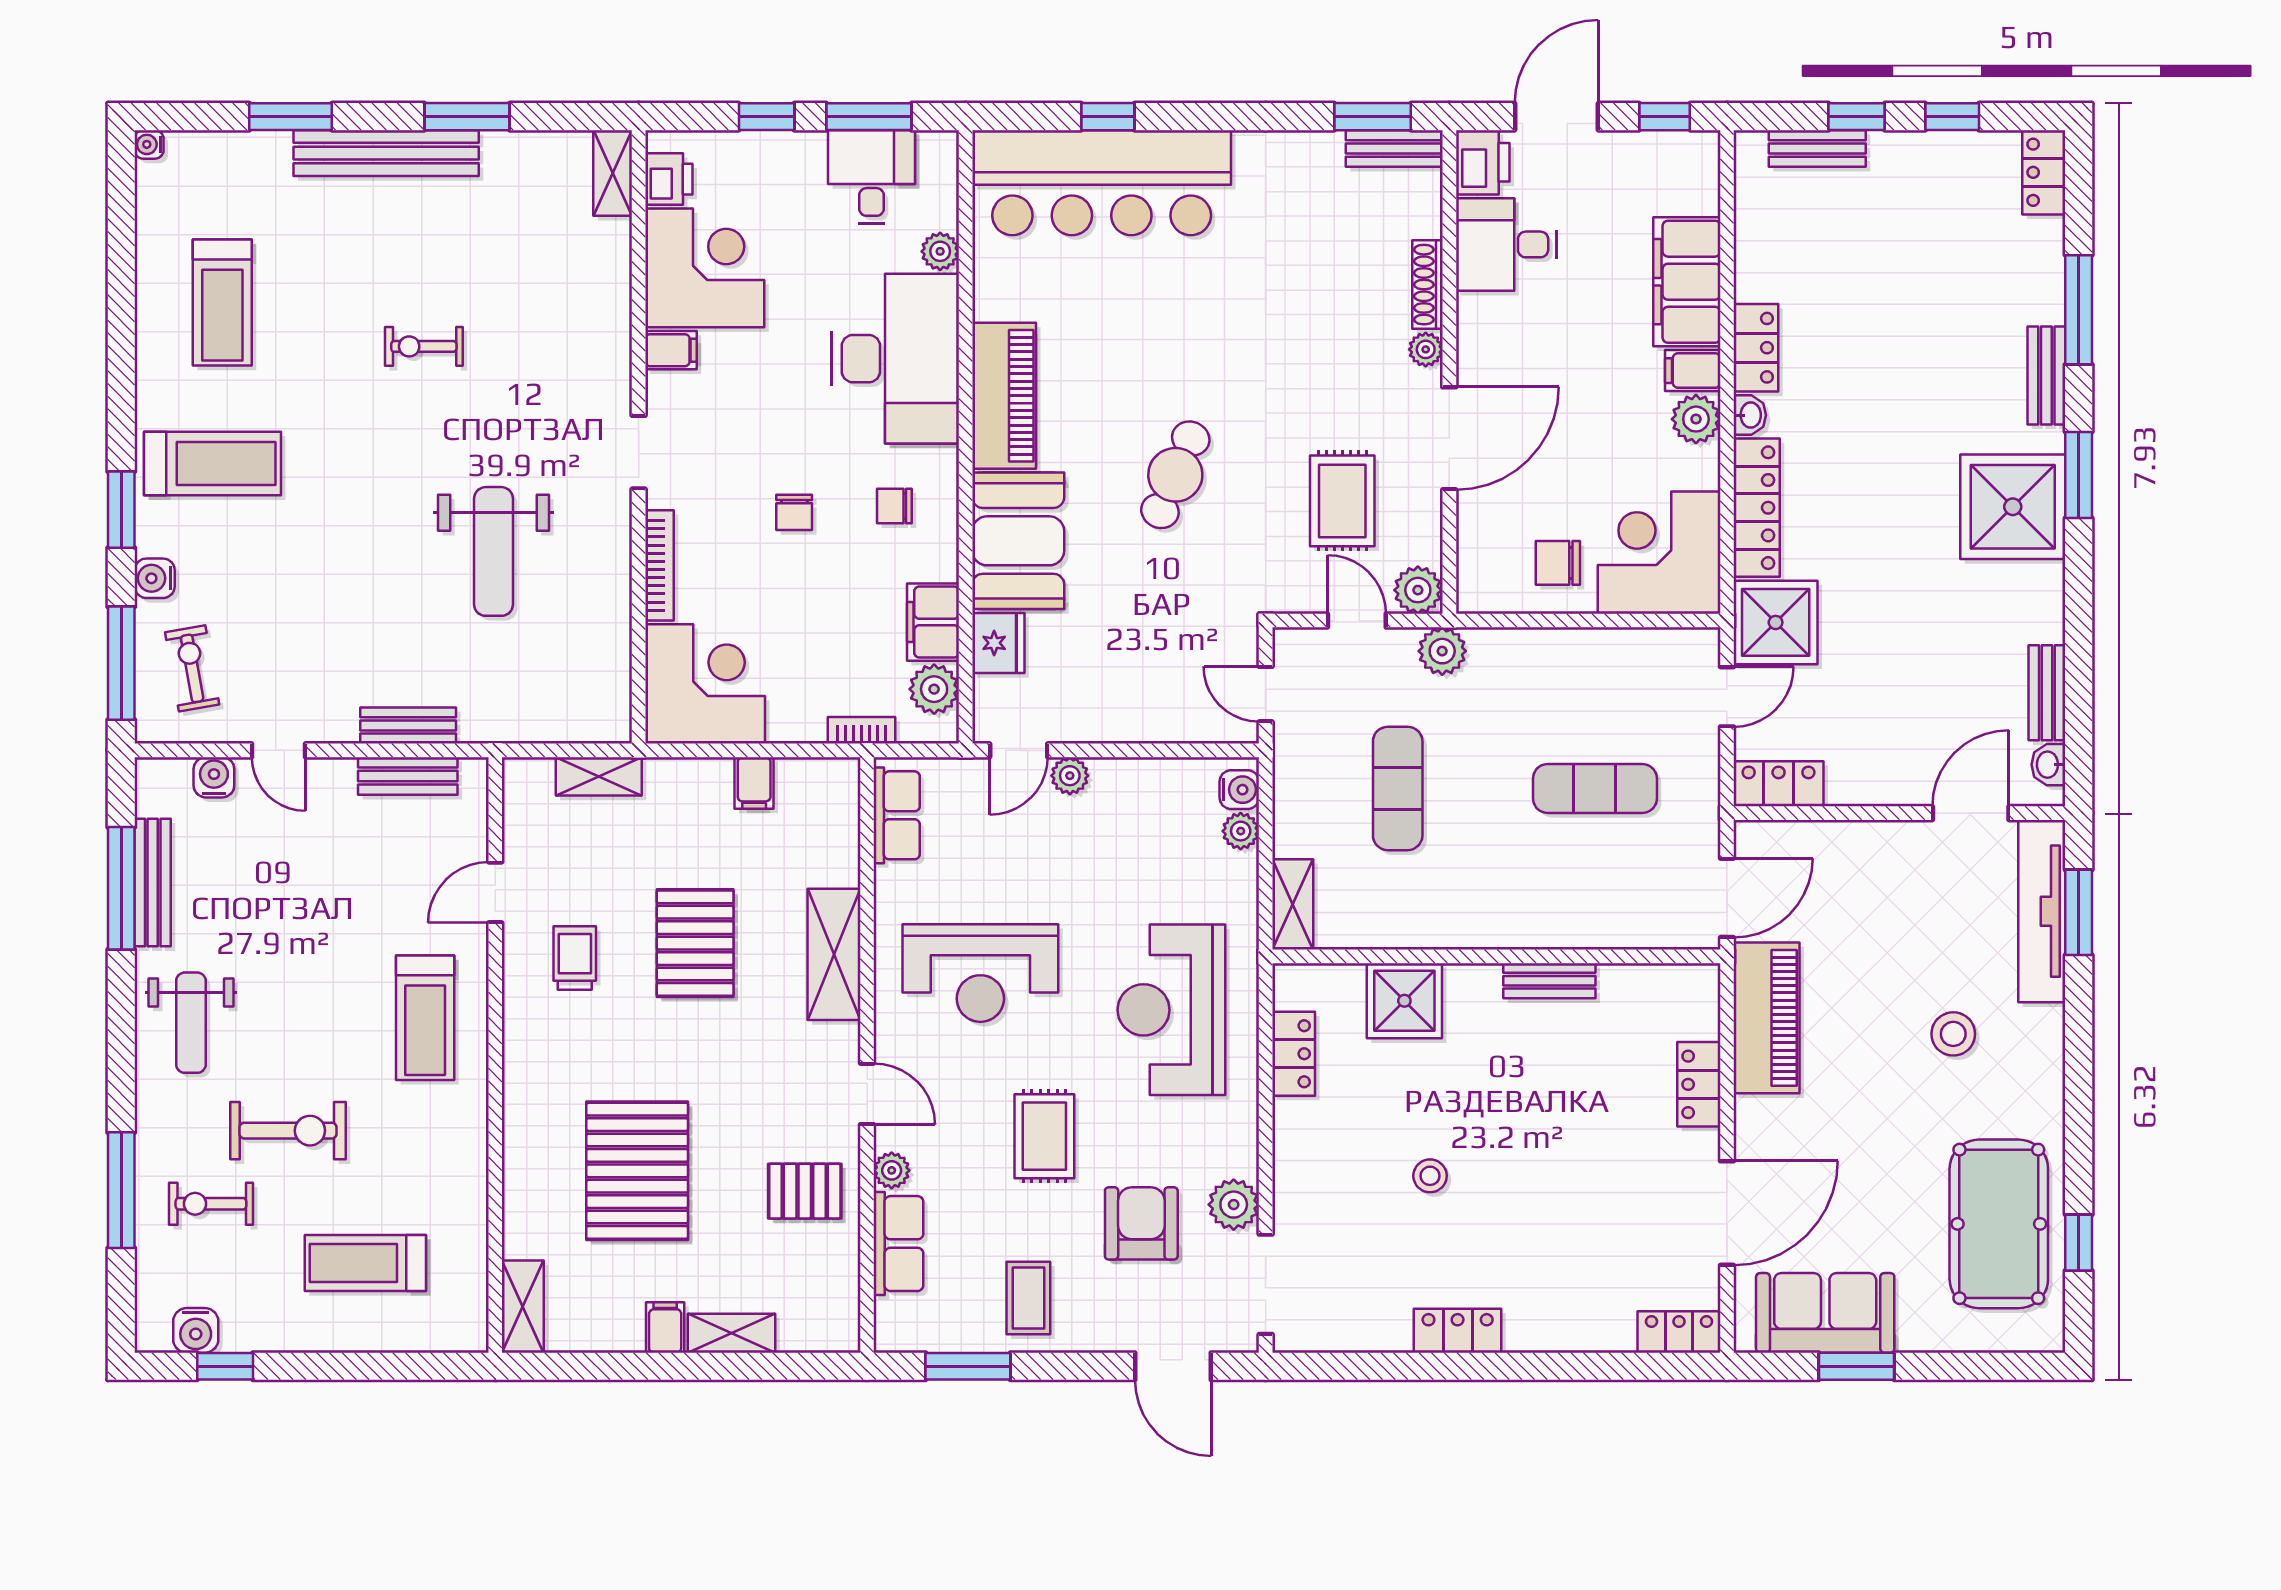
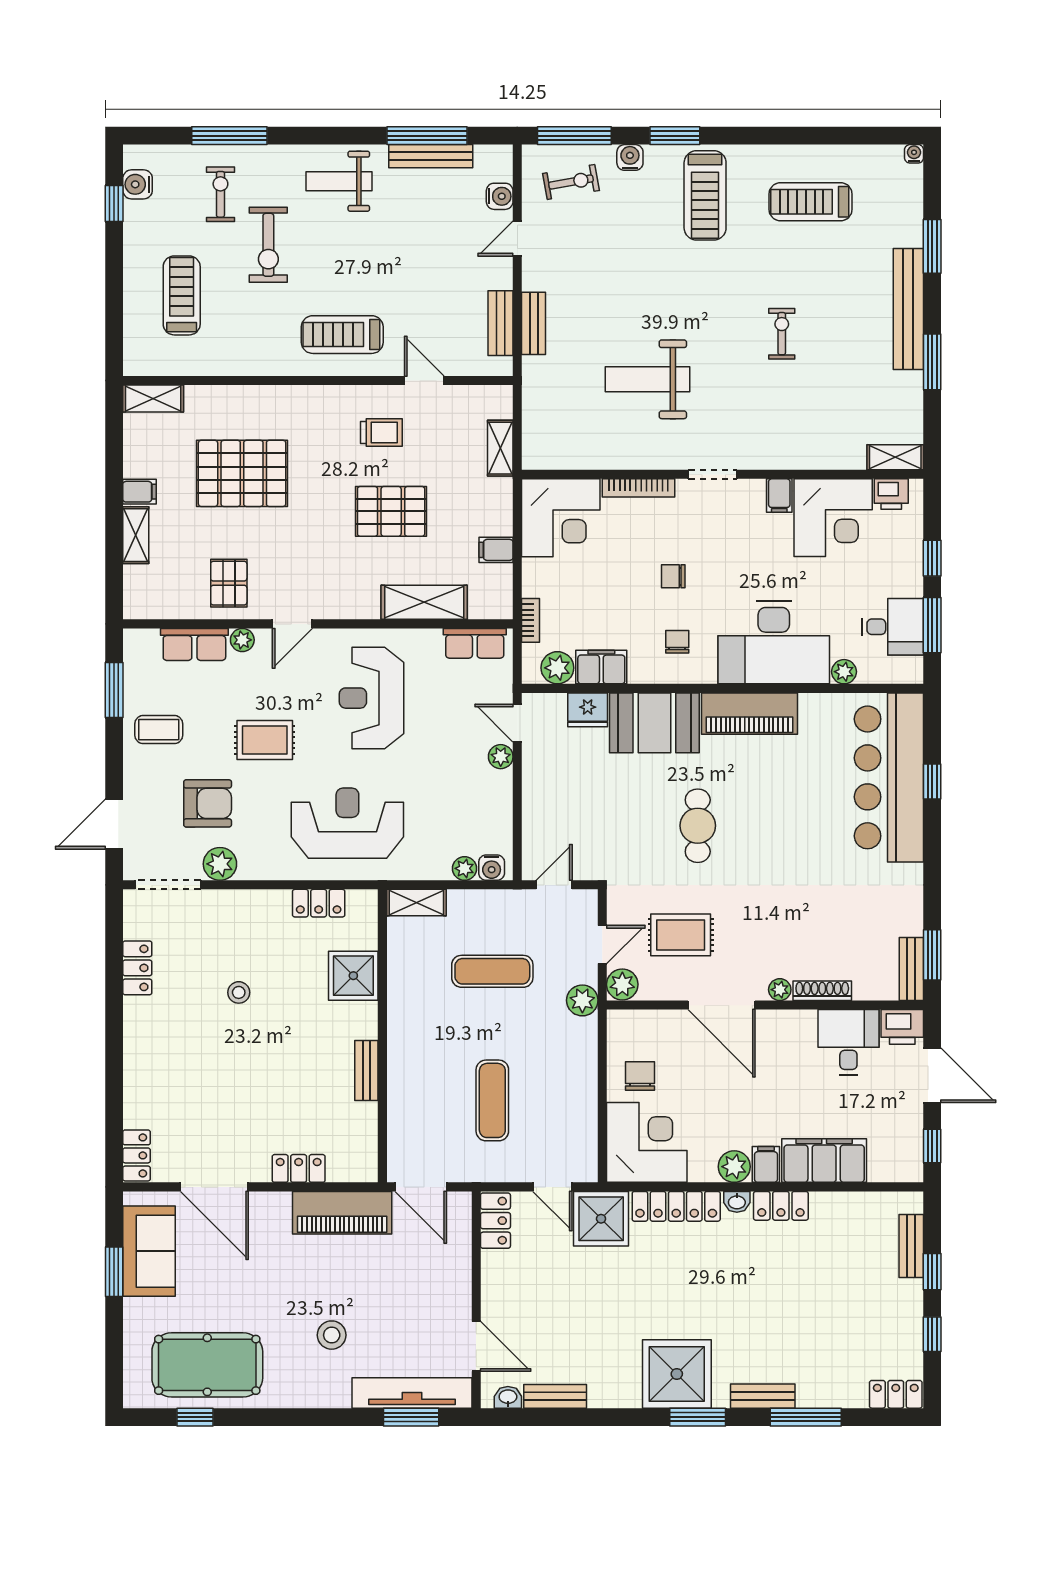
cafe table: (1175, 475) -> (698, 826), turned 67
shelving: (834, 954) -> (424, 602), moved
locker: (1458, 1331) -> (137, 968), moved

